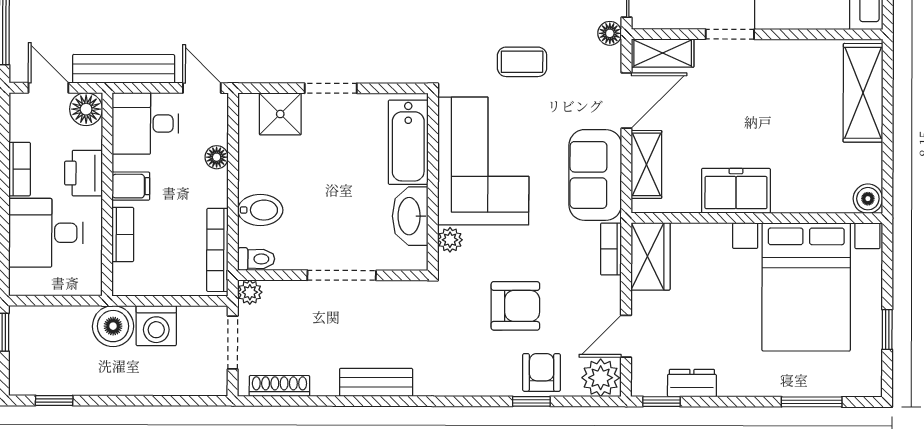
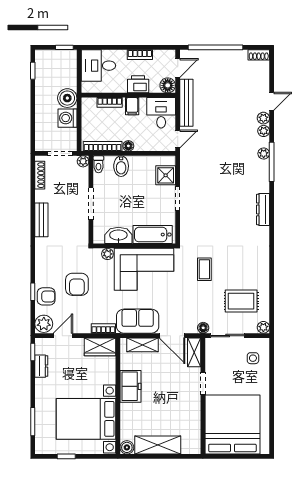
coffee table: (522, 62) -> (204, 269), moved
shelving: (863, 93) -> (158, 445), moved
floor lamp: (217, 157) -> (128, 146), moved
desk: (46, 233) -> (98, 66), moved, turned -90
door: (626, 336) -> (63, 336), hinge flipped

